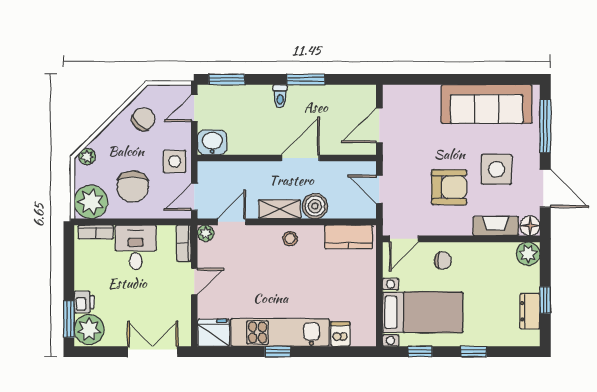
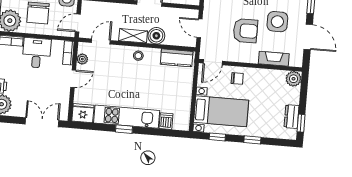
floor lamp: (530, 226) -> (296, 60), removed
plant: (206, 233) -> (82, 59), moved
window: (545, 300) -> (301, 123), moved

